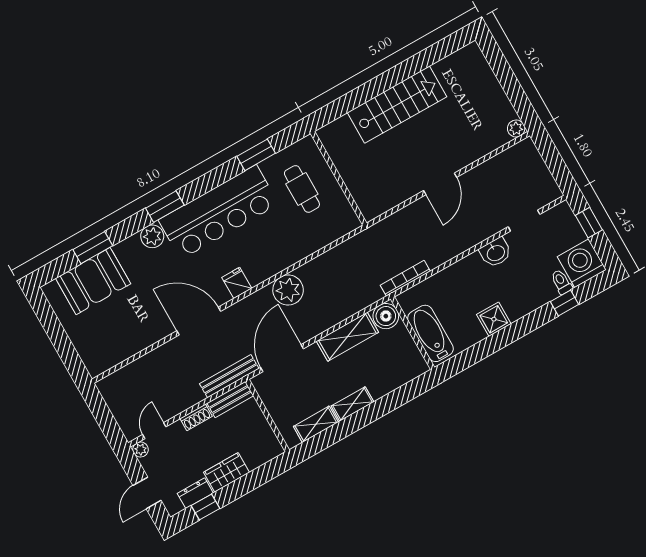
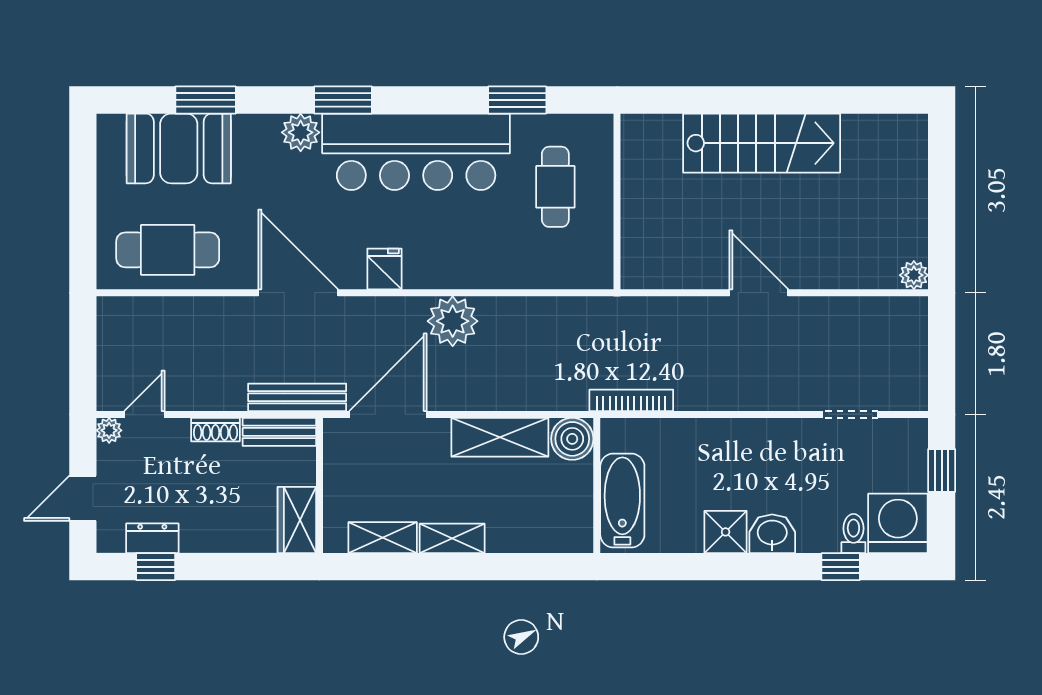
door: (440, 184) -> (759, 293), swing flipped
washbasin: (496, 253) -> (772, 534), moved, turned 180
cafe table: (118, 337) -> (168, 250), added
wardrobe: (227, 472) -> (297, 520), moved, turned -90

